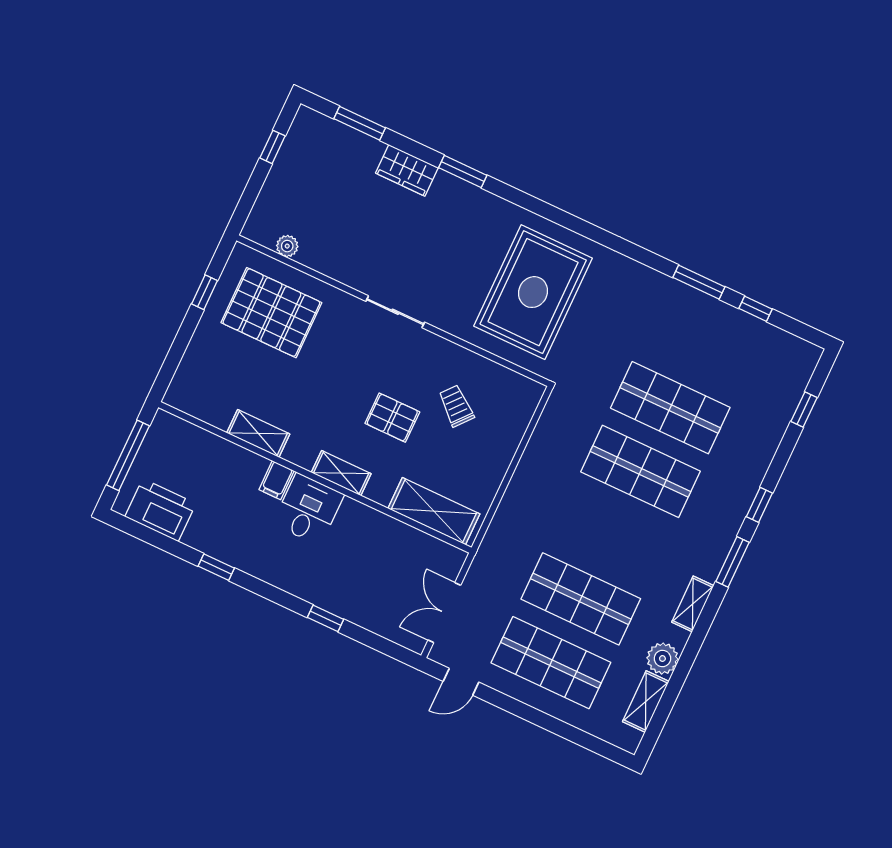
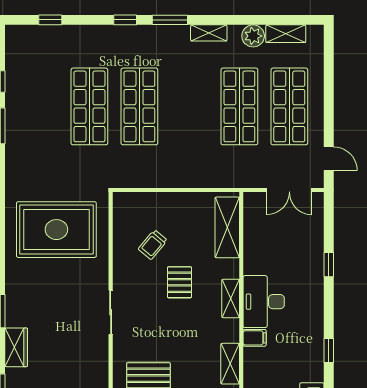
desk: (308, 509) -> (264, 302), width x1.37

